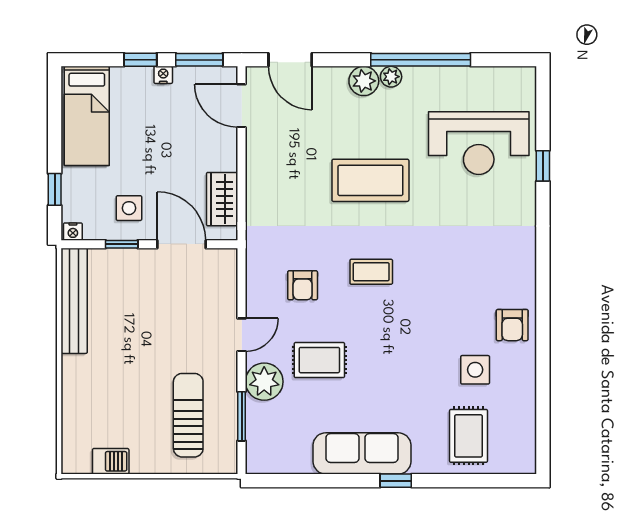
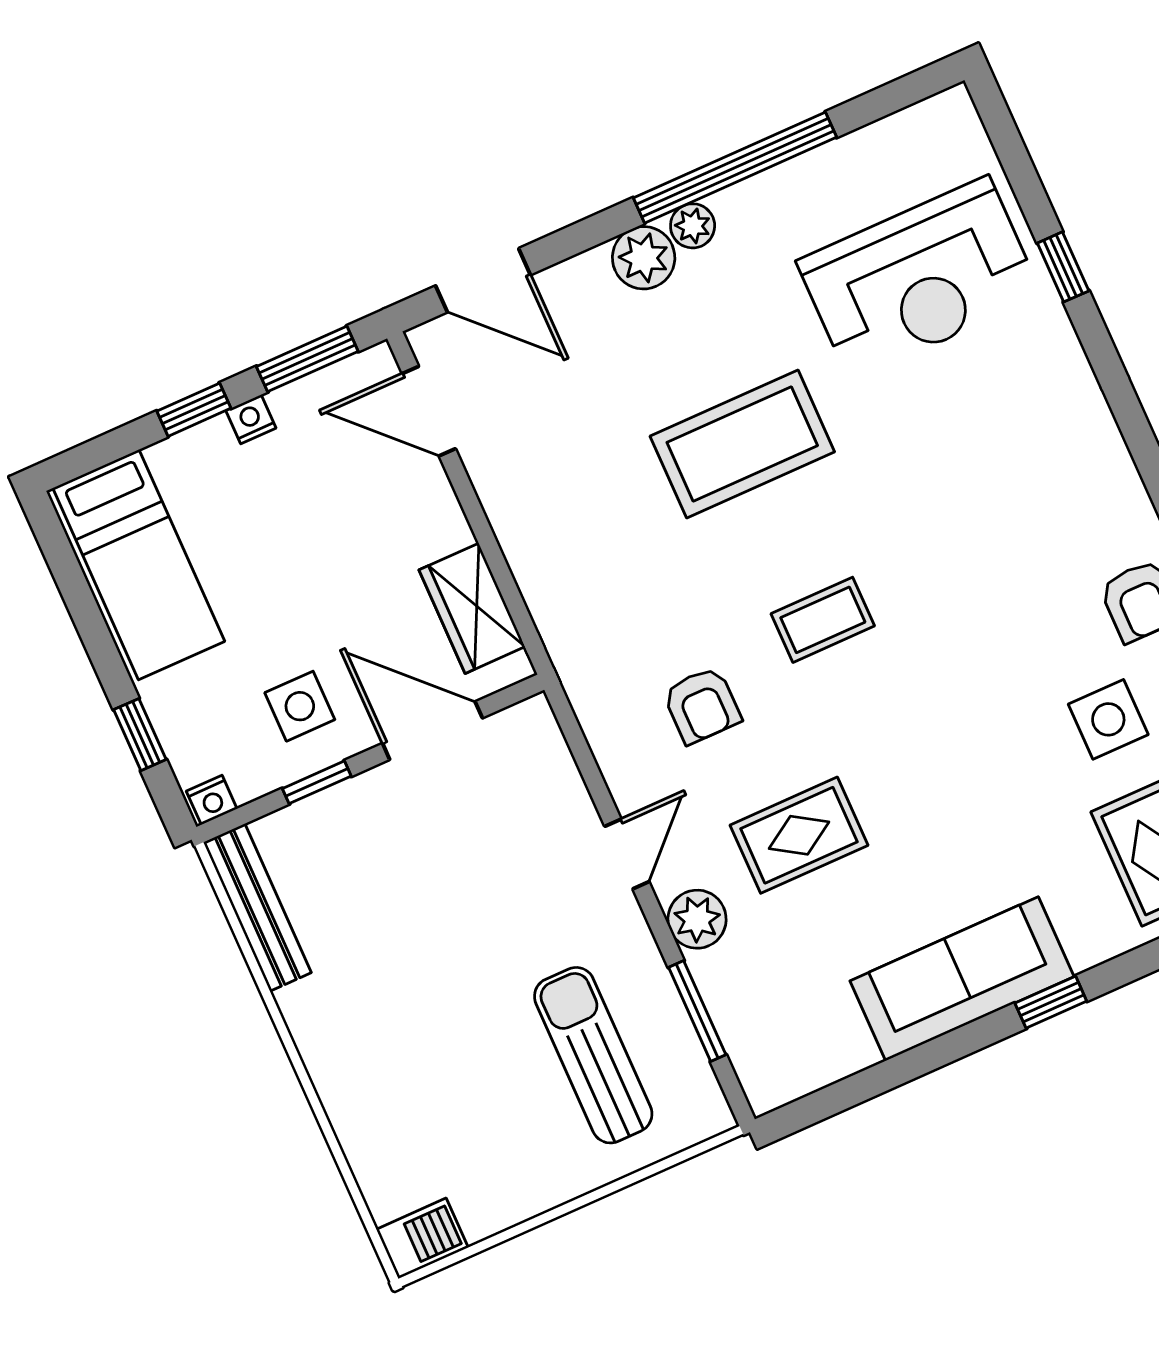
bench: (74, 301) -> (257, 907), width x0.73, depth x0.82
plant: (264, 382) -> (697, 919), width x0.73, depth x0.73
barbecue: (111, 461) -> (422, 1238), moved

